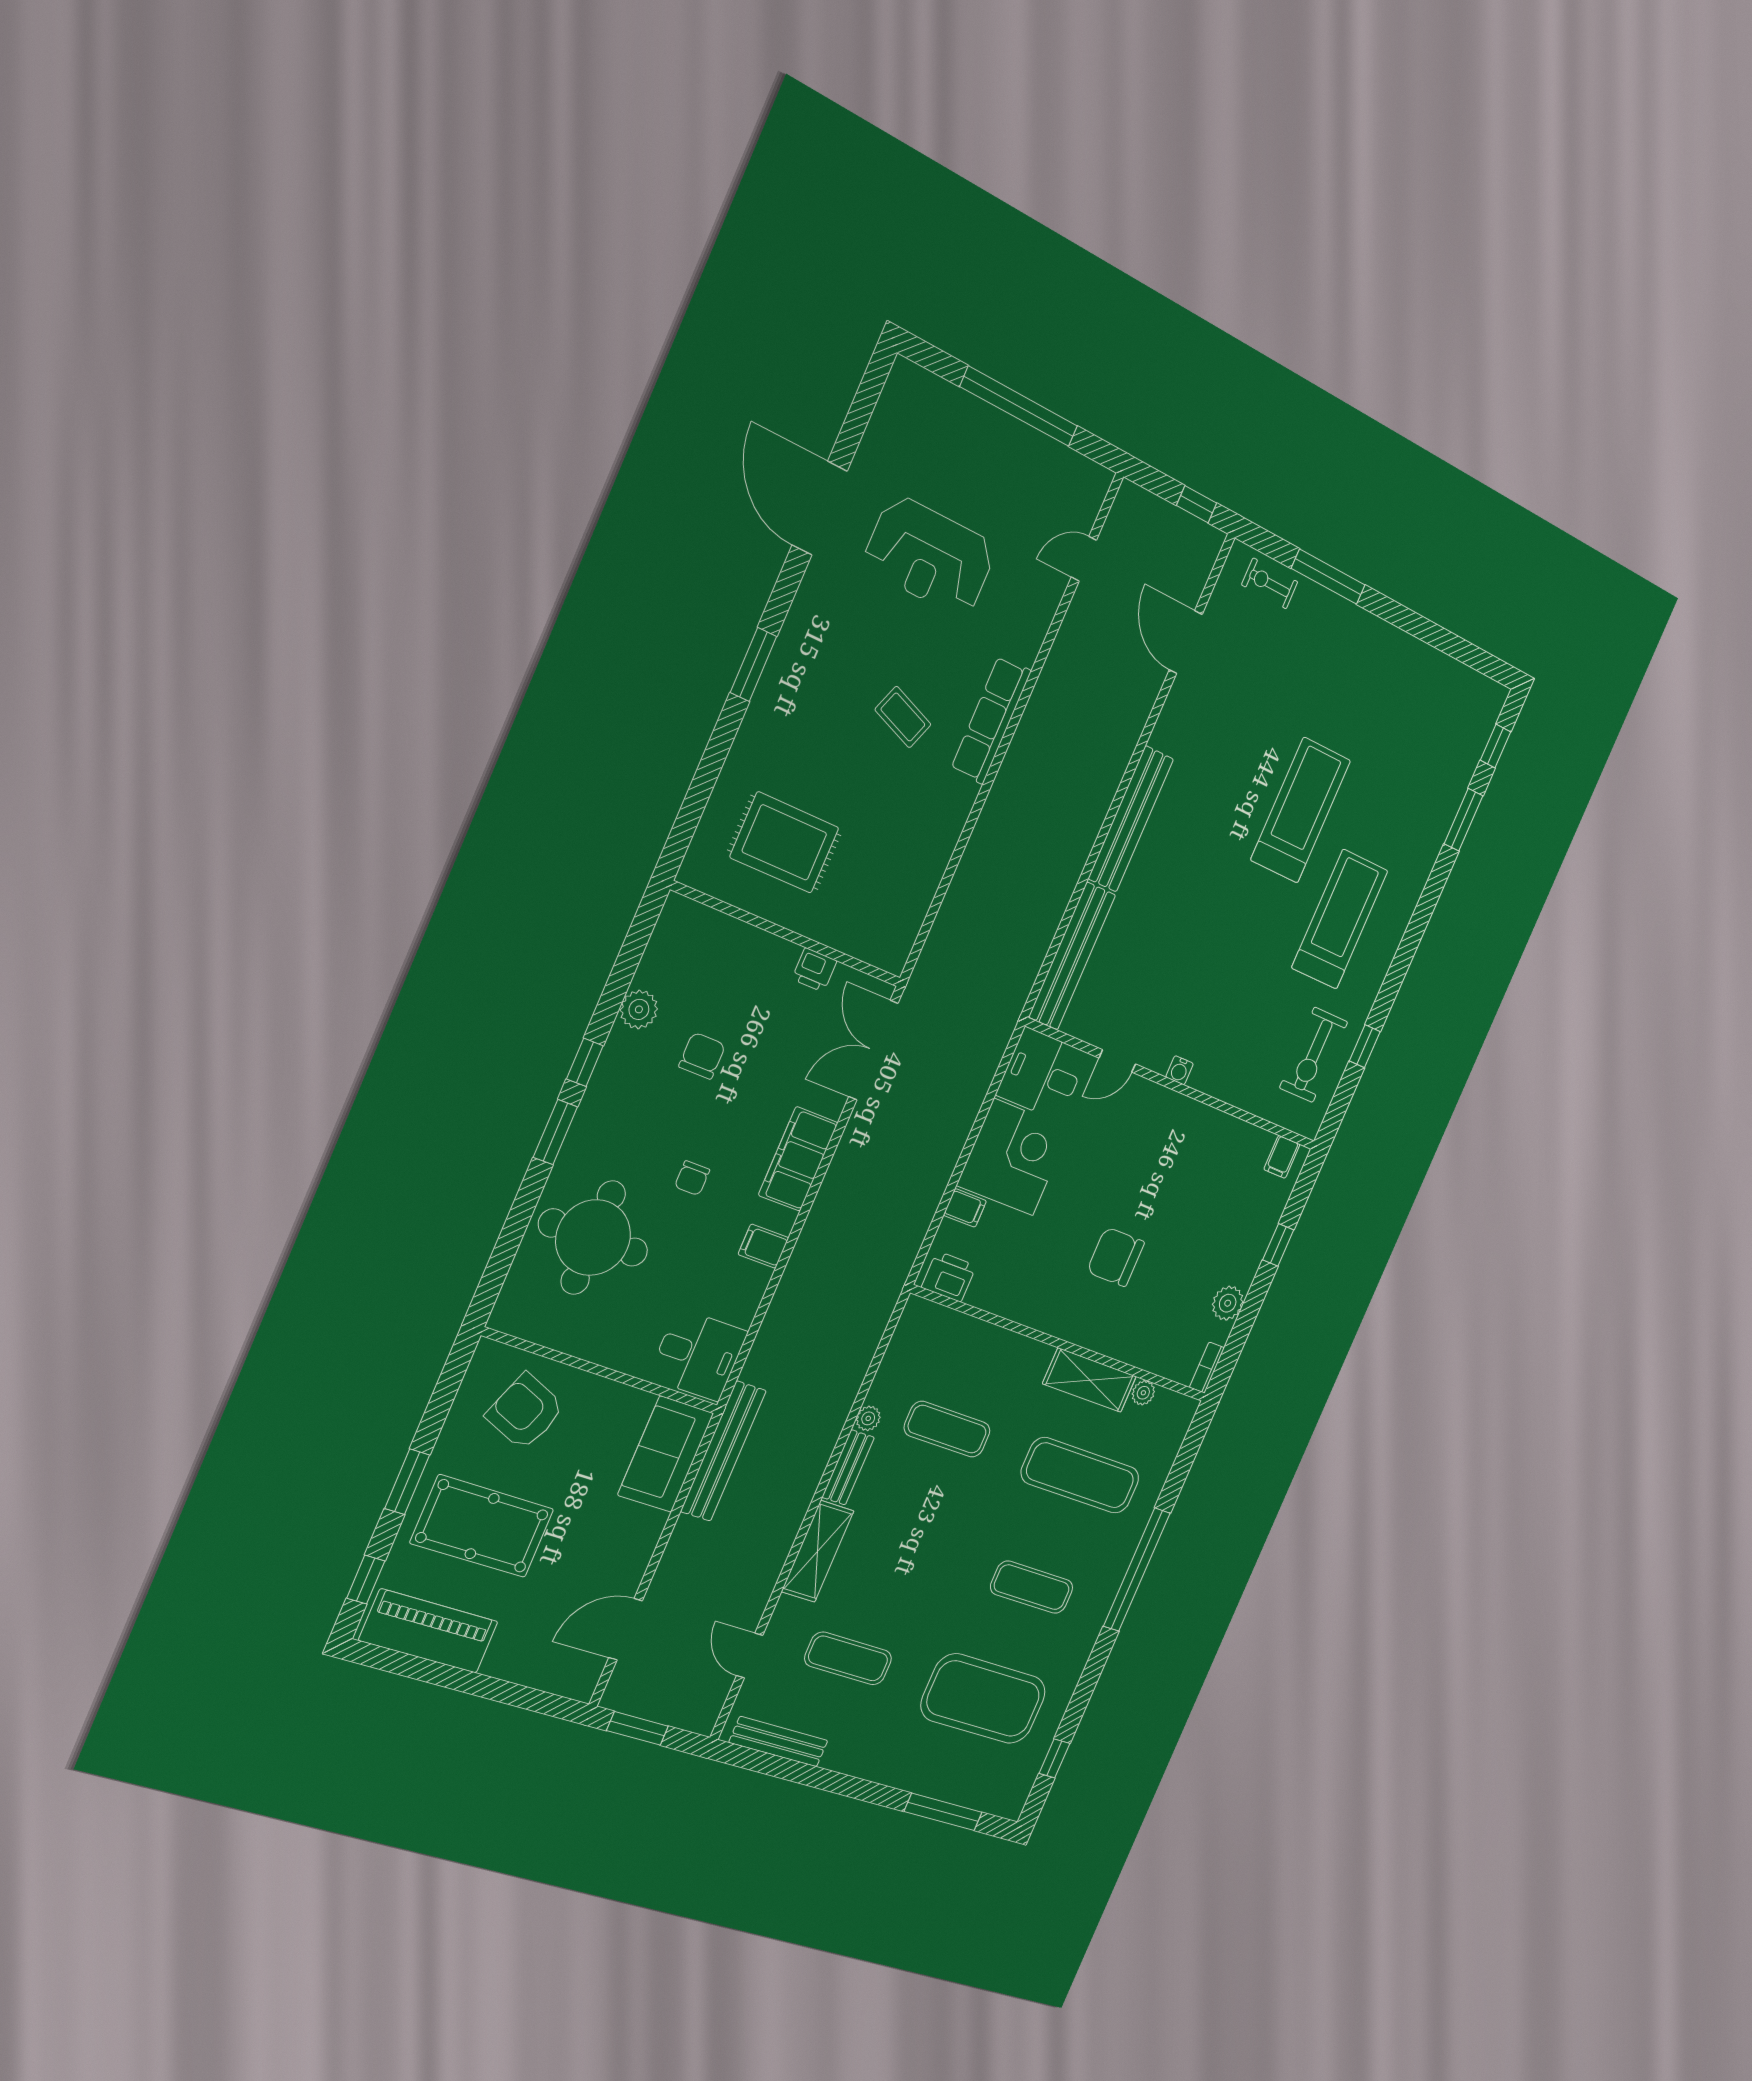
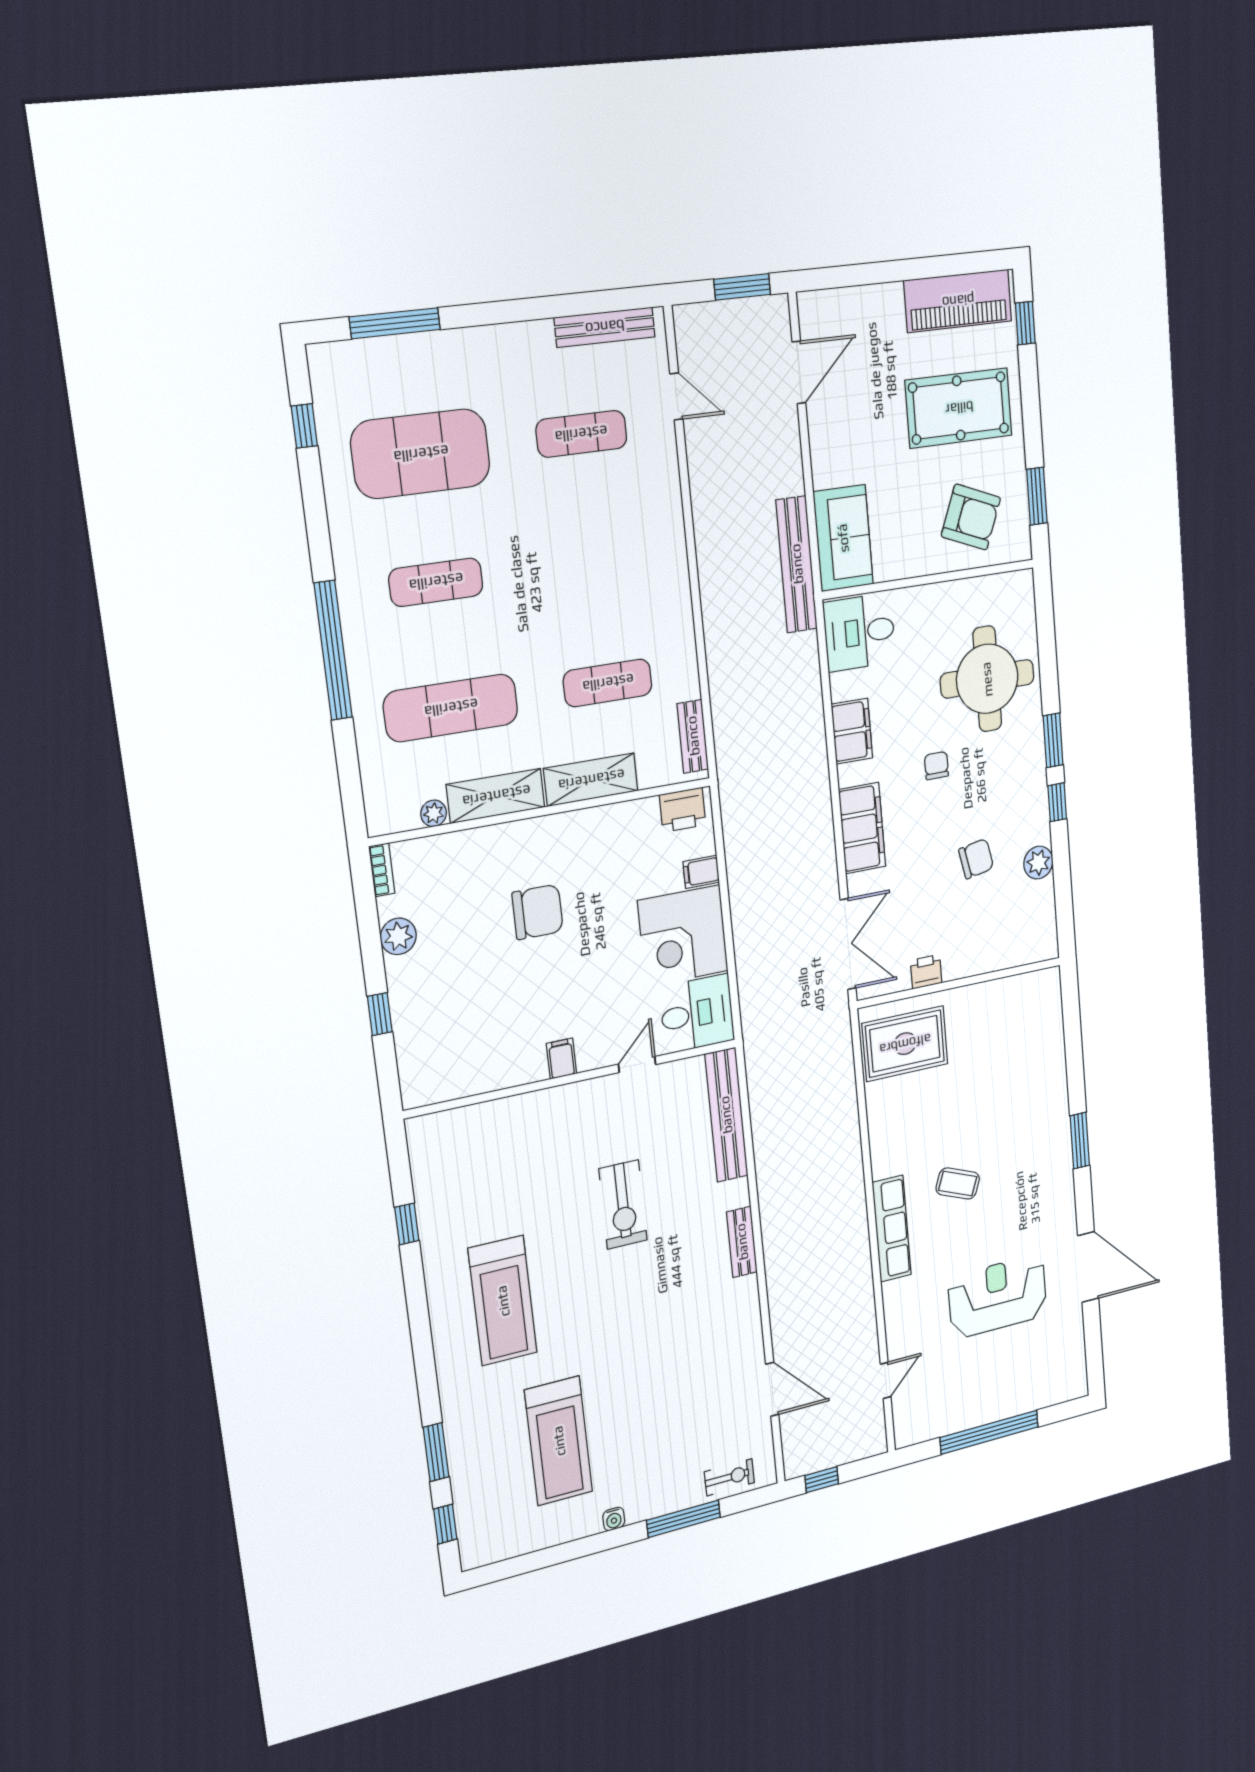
treadmill: (1301, 810) -> (559, 1441), moved
bench: (1131, 819) -> (742, 1242), width x0.54, depth x0.82
rug: (784, 843) -> (905, 1044), moved
exercise bike: (1314, 1055) -> (623, 1204), moved, turned 180
chair: (702, 1056) -> (976, 859), turned -101
water cooler: (1180, 1070) -> (614, 1519), moved, turned 180
filing cabinet: (1282, 1157) -> (561, 1059), moved
filing cabinet: (763, 1246) -> (852, 731), width x2.00
plant: (868, 1418) -> (686, 655), removed
bench: (848, 1467) -> (693, 736), moved
window: (407, 1482) -> (1037, 496), moved
shelving: (818, 1551) -> (591, 780), moved, turned 90

